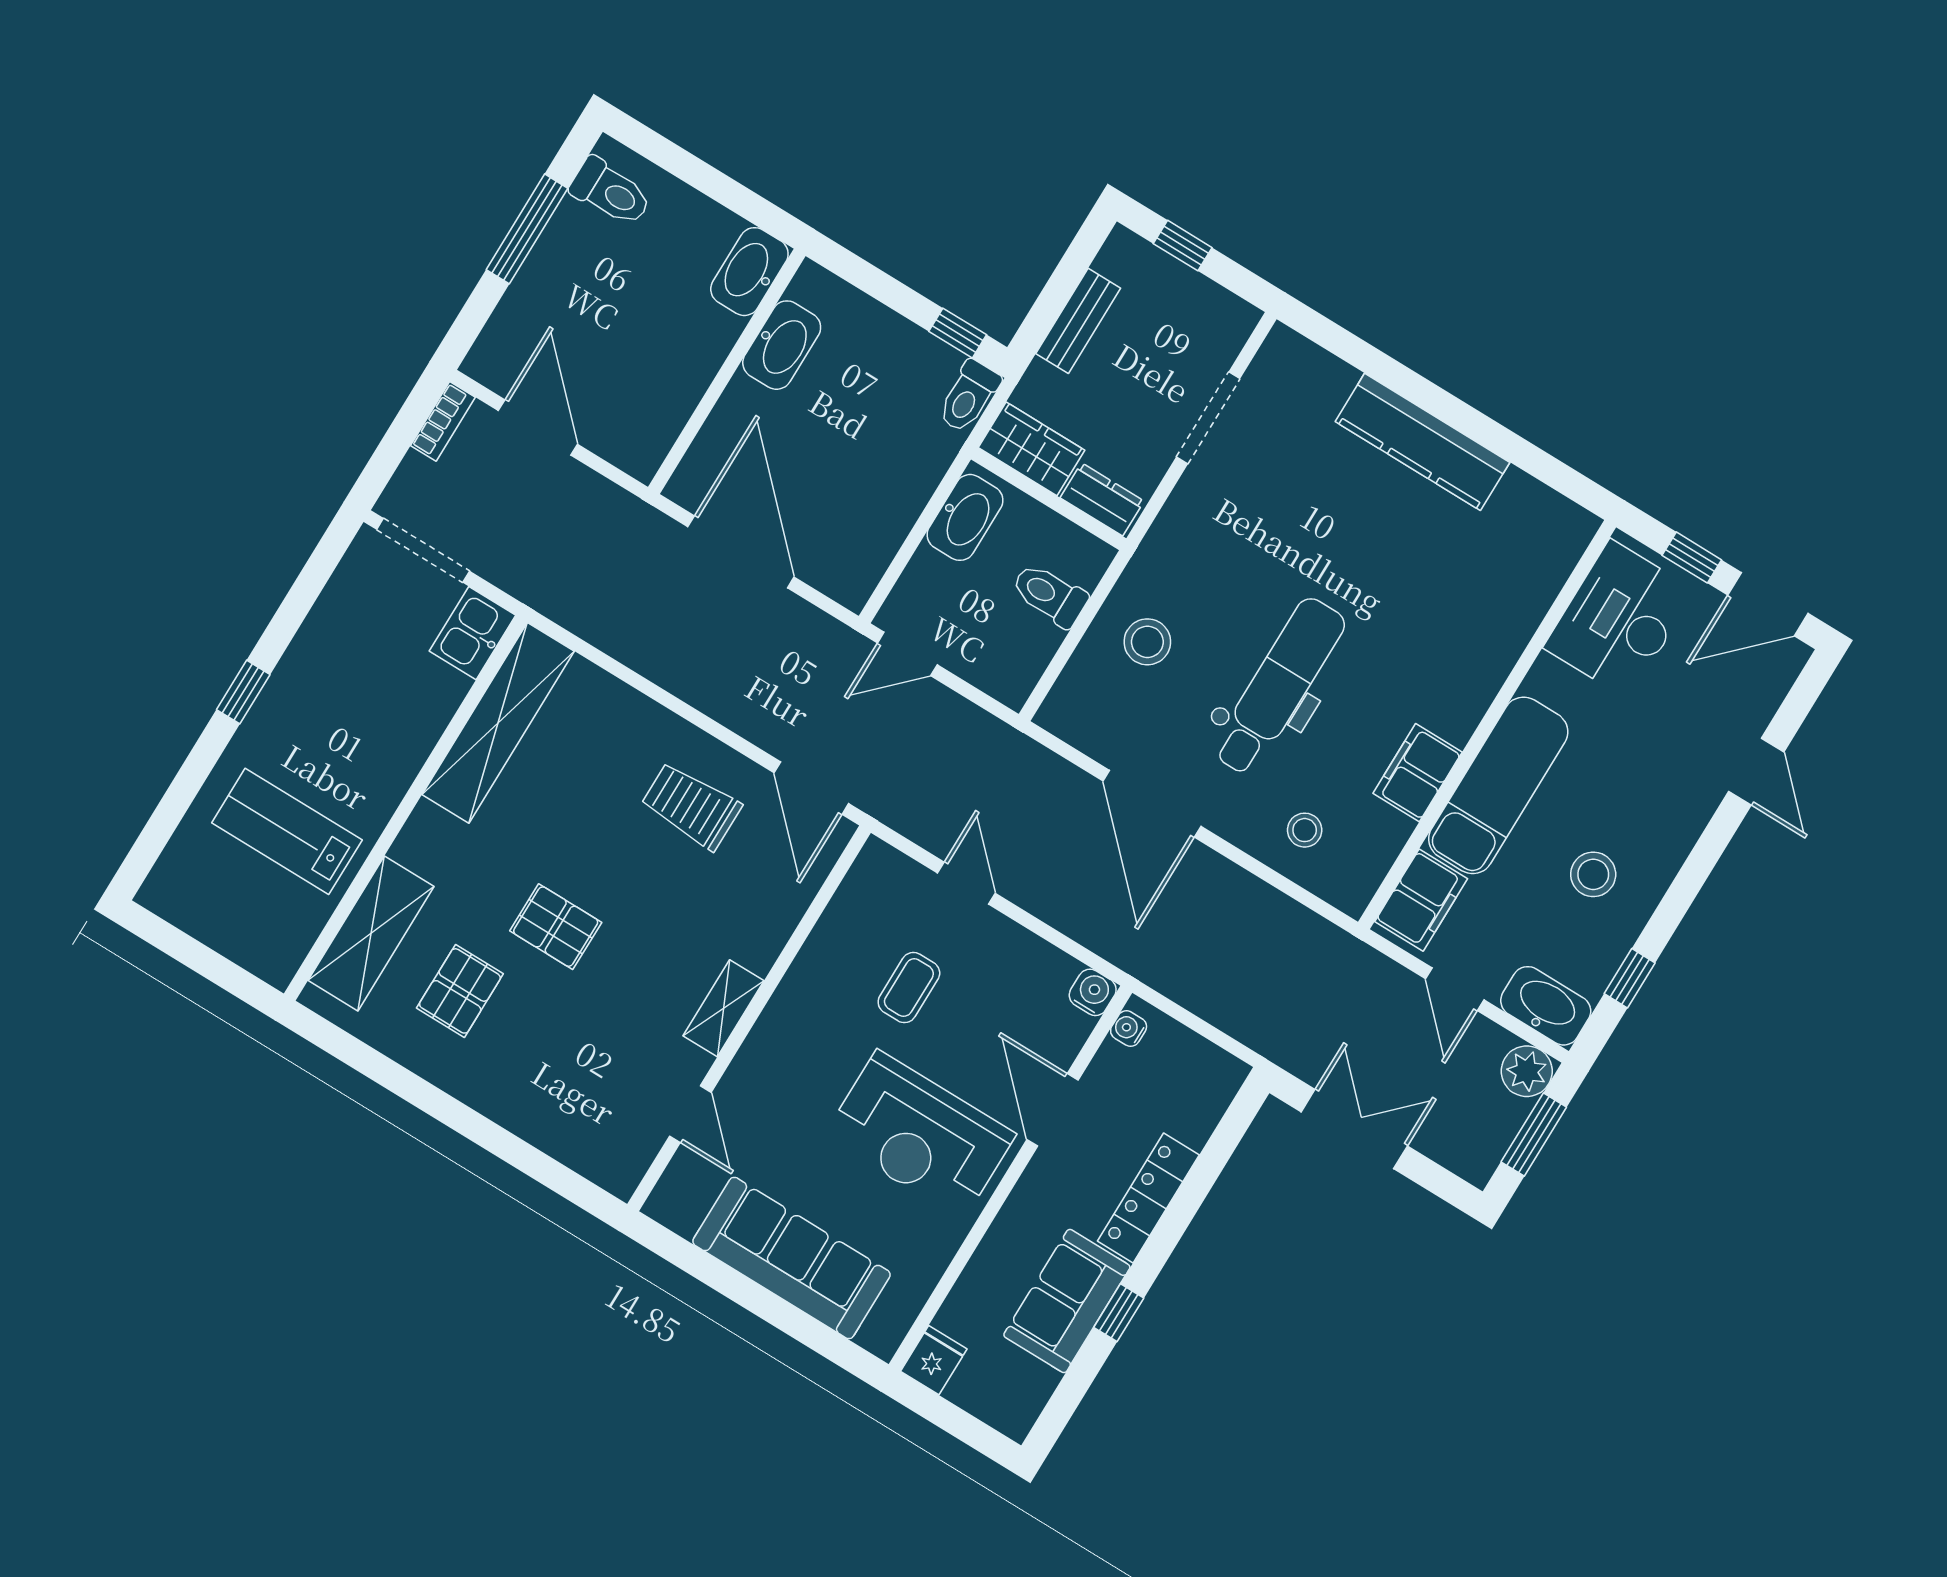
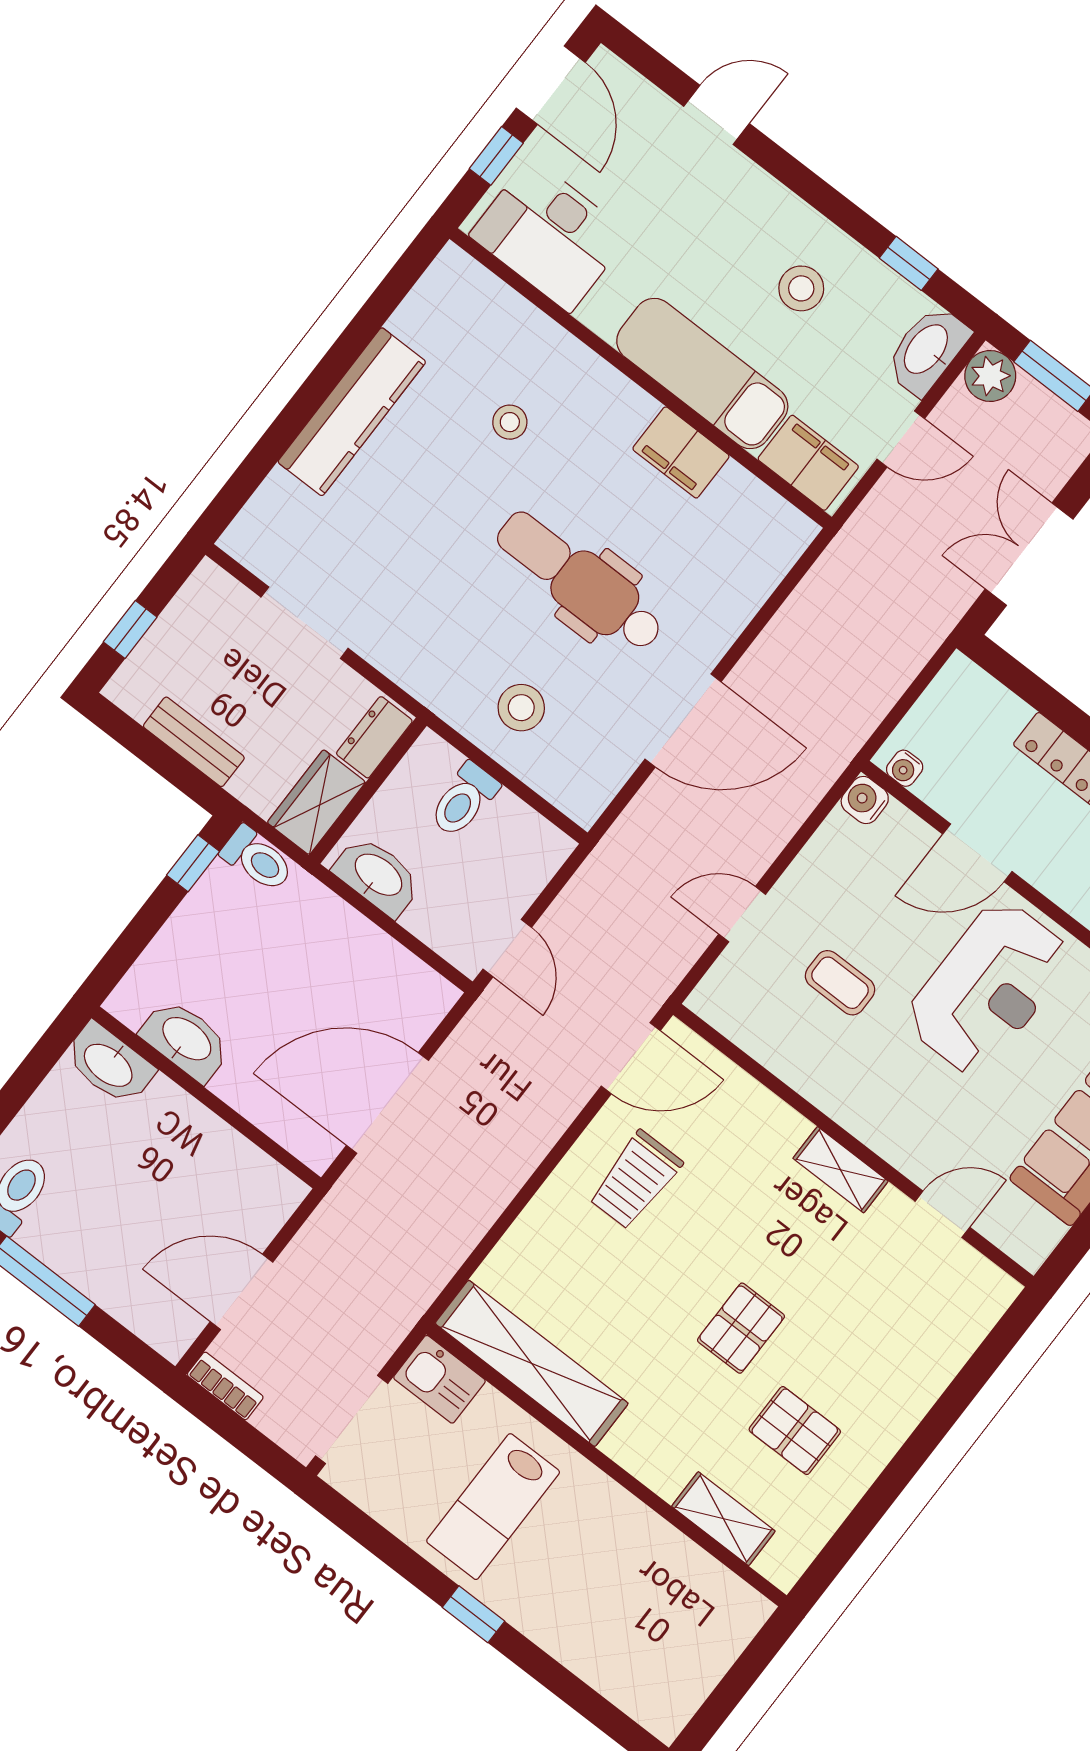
stool: (1305, 830) -> (510, 422), moved
lab bench: (287, 831) -> (493, 1507), moved
shelving: (371, 933) -> (723, 1519), width x0.67, depth x0.75

